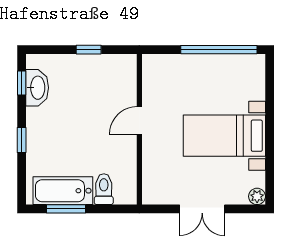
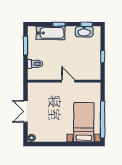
bed with nightstands: (224, 136) -> (84, 122), moved
bathtub: (63, 191) -> (51, 33), moved, turned 90

